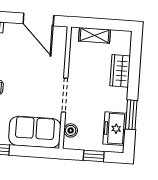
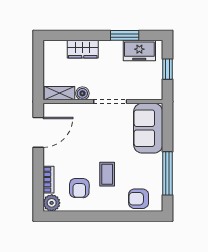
shelving: (95, 35) -> (60, 93), moved, turned 90
boiler: (71, 130) -> (82, 93), moved

